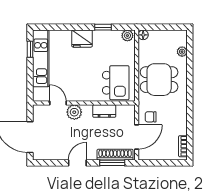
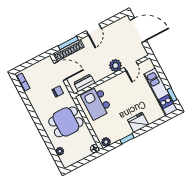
door: (58, 103) -> (131, 66), hinge flipped
dresser: (104, 111) -> (84, 83), moved
door: (137, 137) -> (60, 71), swing flipped

